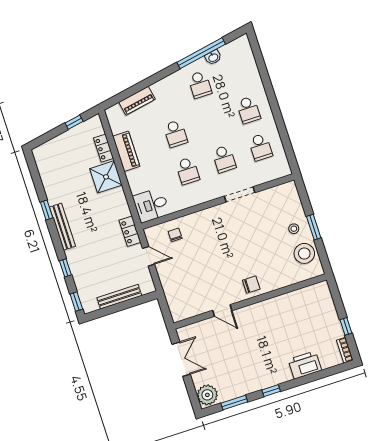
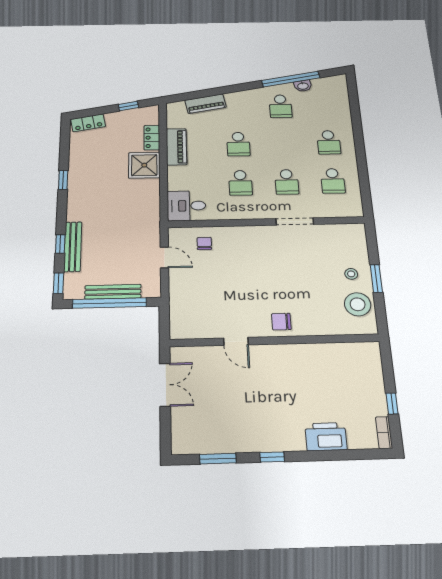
bench: (62, 227) -> (73, 247), moved
locker: (130, 231) -> (88, 123), moved, turned -101
chair: (251, 285) -> (281, 322), turned 180
window: (120, 307) -> (109, 303), added
plant: (207, 395) -> (185, 439), removed

